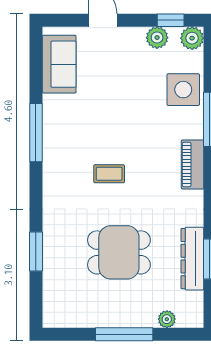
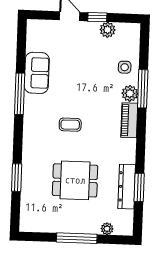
window: (171, 20) -> (97, 17), moved
plant: (192, 38) -> (130, 93), moved
sofa: (59, 64) -> (37, 73), moved
side table: (183, 90) -> (125, 67), width x0.54, depth x0.54

